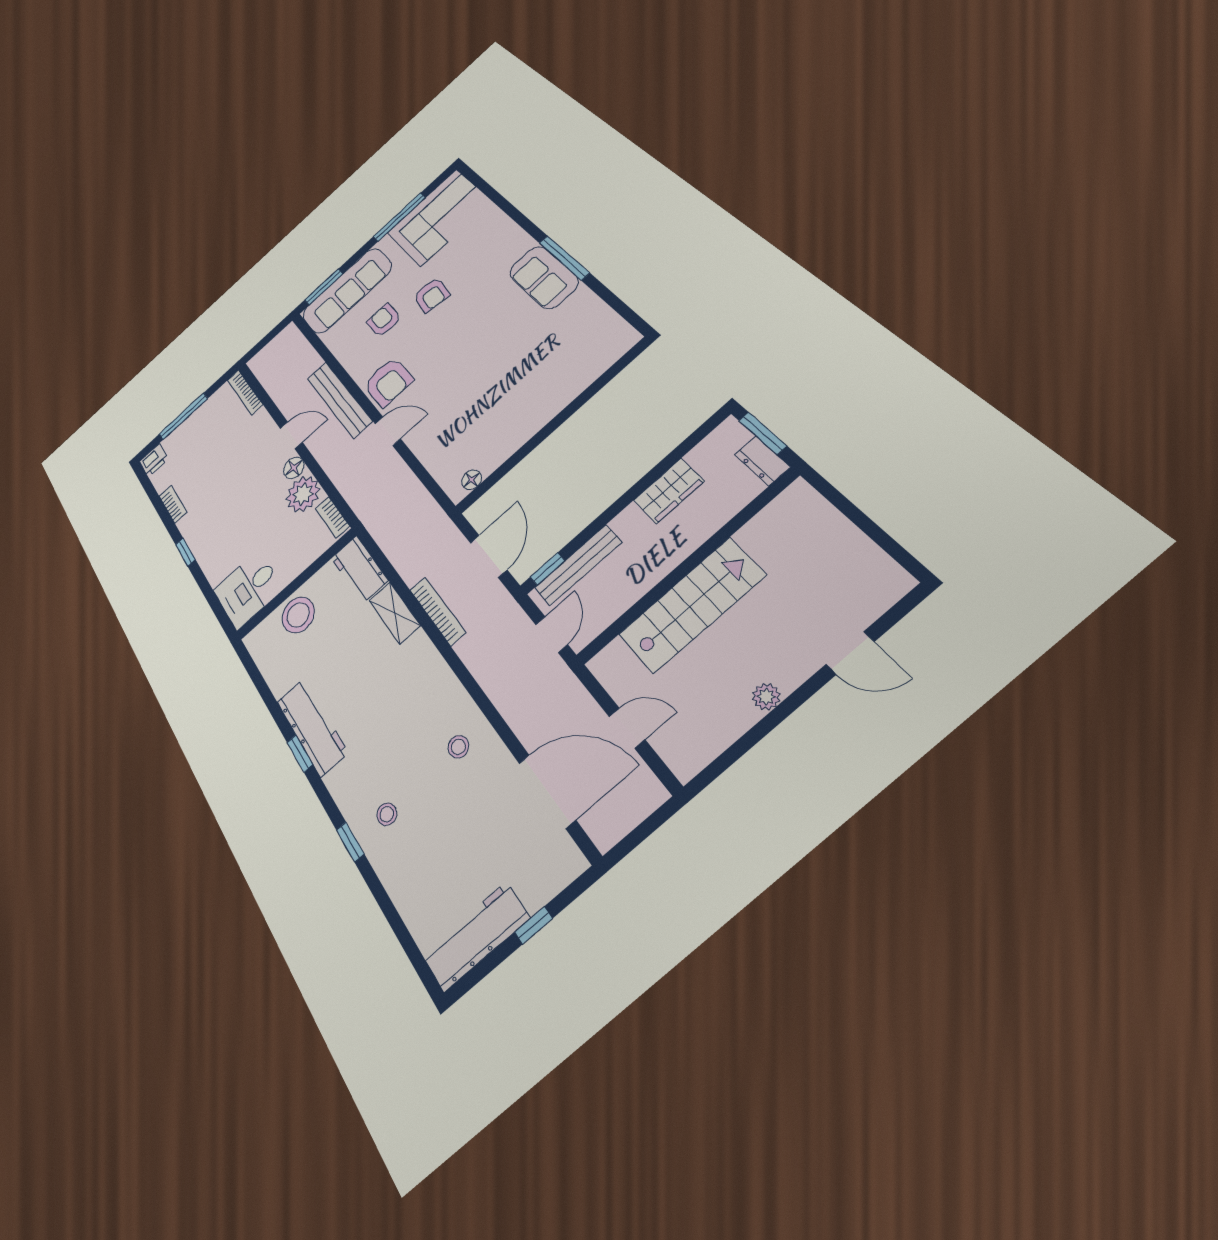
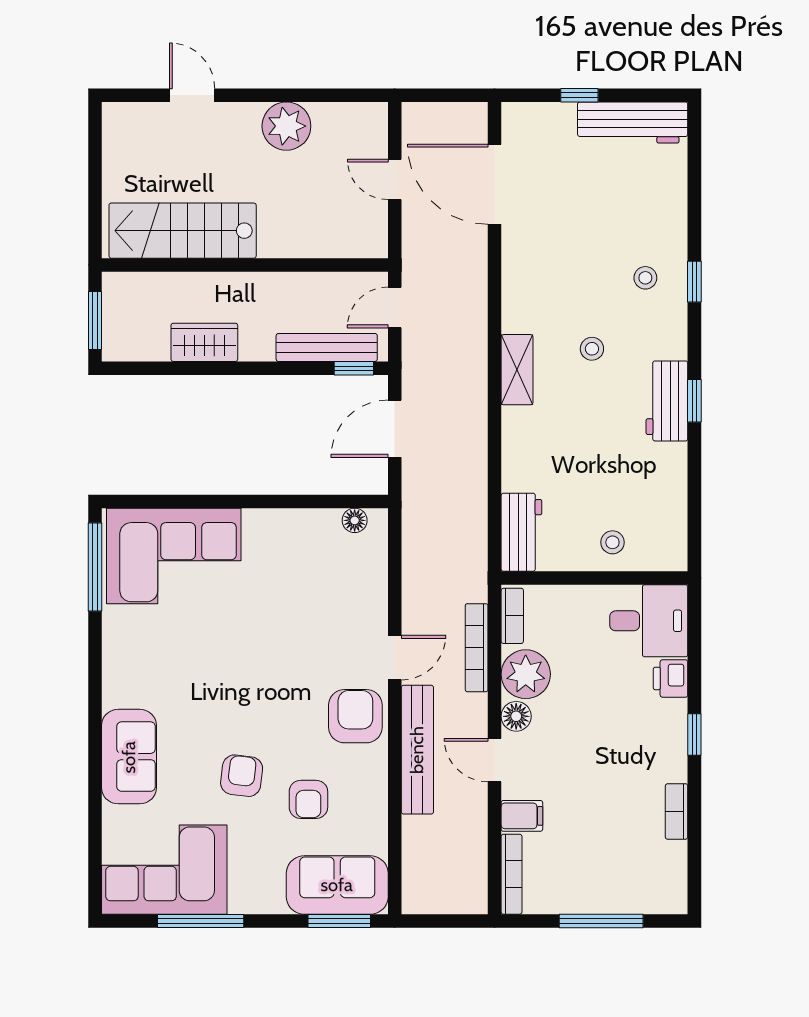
window: (564, 258) -> (95, 567), moved
sofa: (544, 277) -> (129, 757), moved
sofa: (347, 291) -> (337, 885), width x0.73
corner sofa: (572, 356) -> (174, 556), added
filing cabinet: (258, 424) -> (522, 816), added
door: (388, 431) -> (395, 658), swing flipped
printer: (154, 460) -> (671, 678), moved, turned -90
dresser: (762, 461) -> (116, 297), removed
stairs: (692, 605) -> (183, 231), moved
bookcase: (437, 611) -> (477, 648), moved
shelving: (395, 613) -> (517, 370), moved
stool: (298, 615) -> (612, 542), width x0.53, depth x0.53
plant: (766, 697) -> (286, 126), width x1.88, depth x1.88
workbench: (312, 727) -> (667, 401), width x0.73
stool: (458, 747) -> (592, 349), moved

